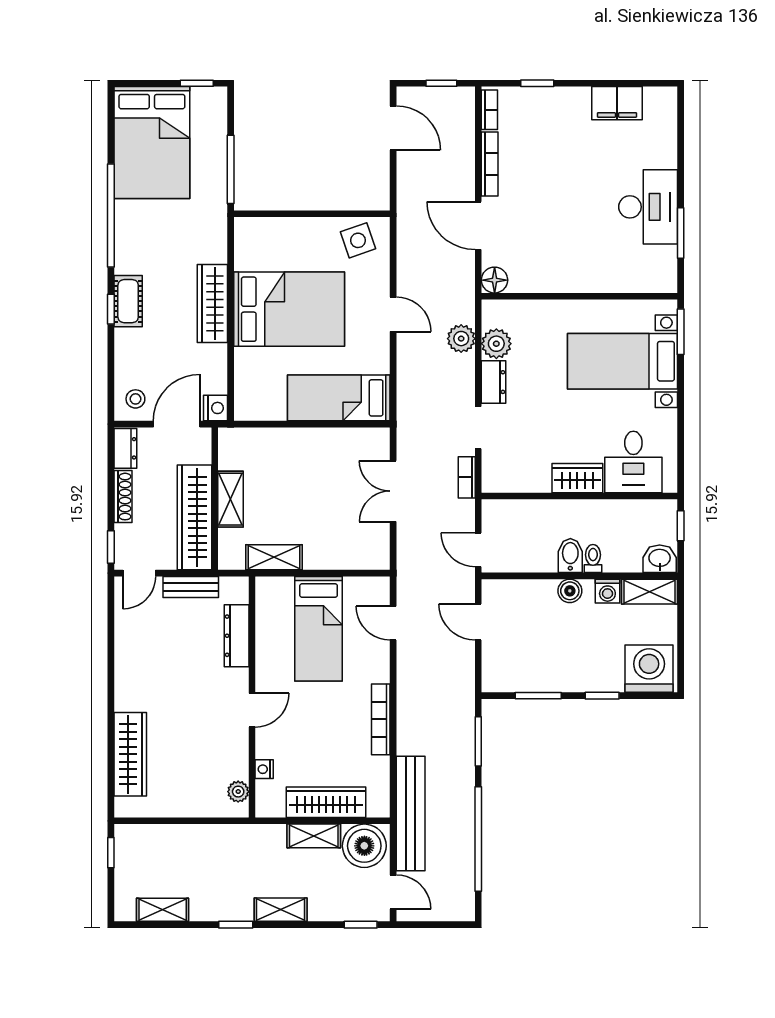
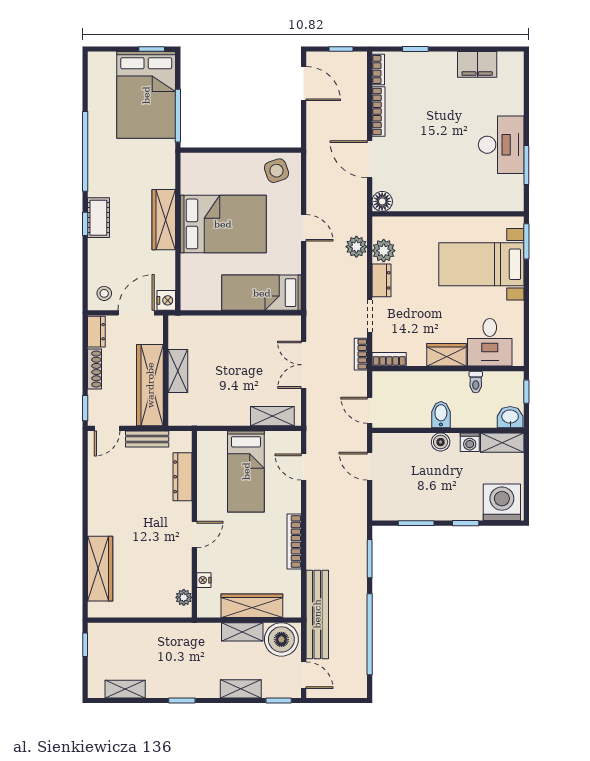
bed: (152, 143) -> (146, 95), moved
bookcase: (504, 484) -> (389, 359), added
shelving: (274, 557) -> (272, 416), moved
toilet: (593, 559) -> (476, 382), moved, turned 180
shelving: (281, 910) -> (241, 689), moved

